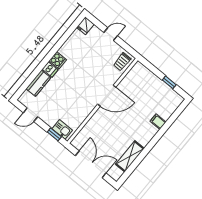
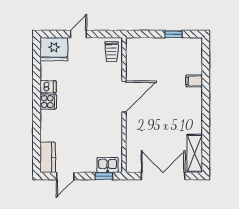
fridge: (85, 26) -> (54, 49), width x1.88, depth x1.34
dishwasher: (50, 69) -> (48, 87), moved
kitchen counter: (38, 83) -> (48, 157), moved
shelving: (130, 156) -> (195, 153), moved

